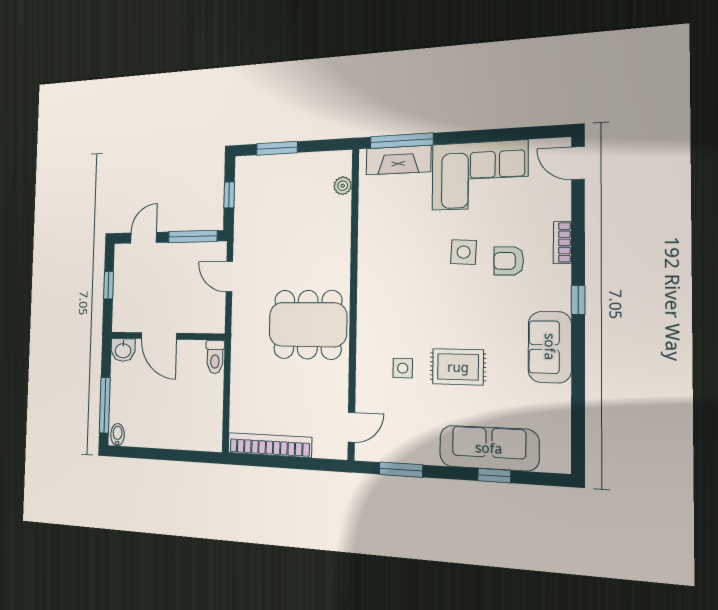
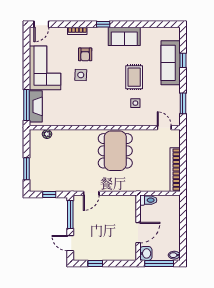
door: (159, 336) -> (138, 233), moved
wall: (167, 336) -> (138, 228), moved
washbasin: (123, 350) -> (146, 253), moved
toilet: (215, 357) -> (148, 200), moved

